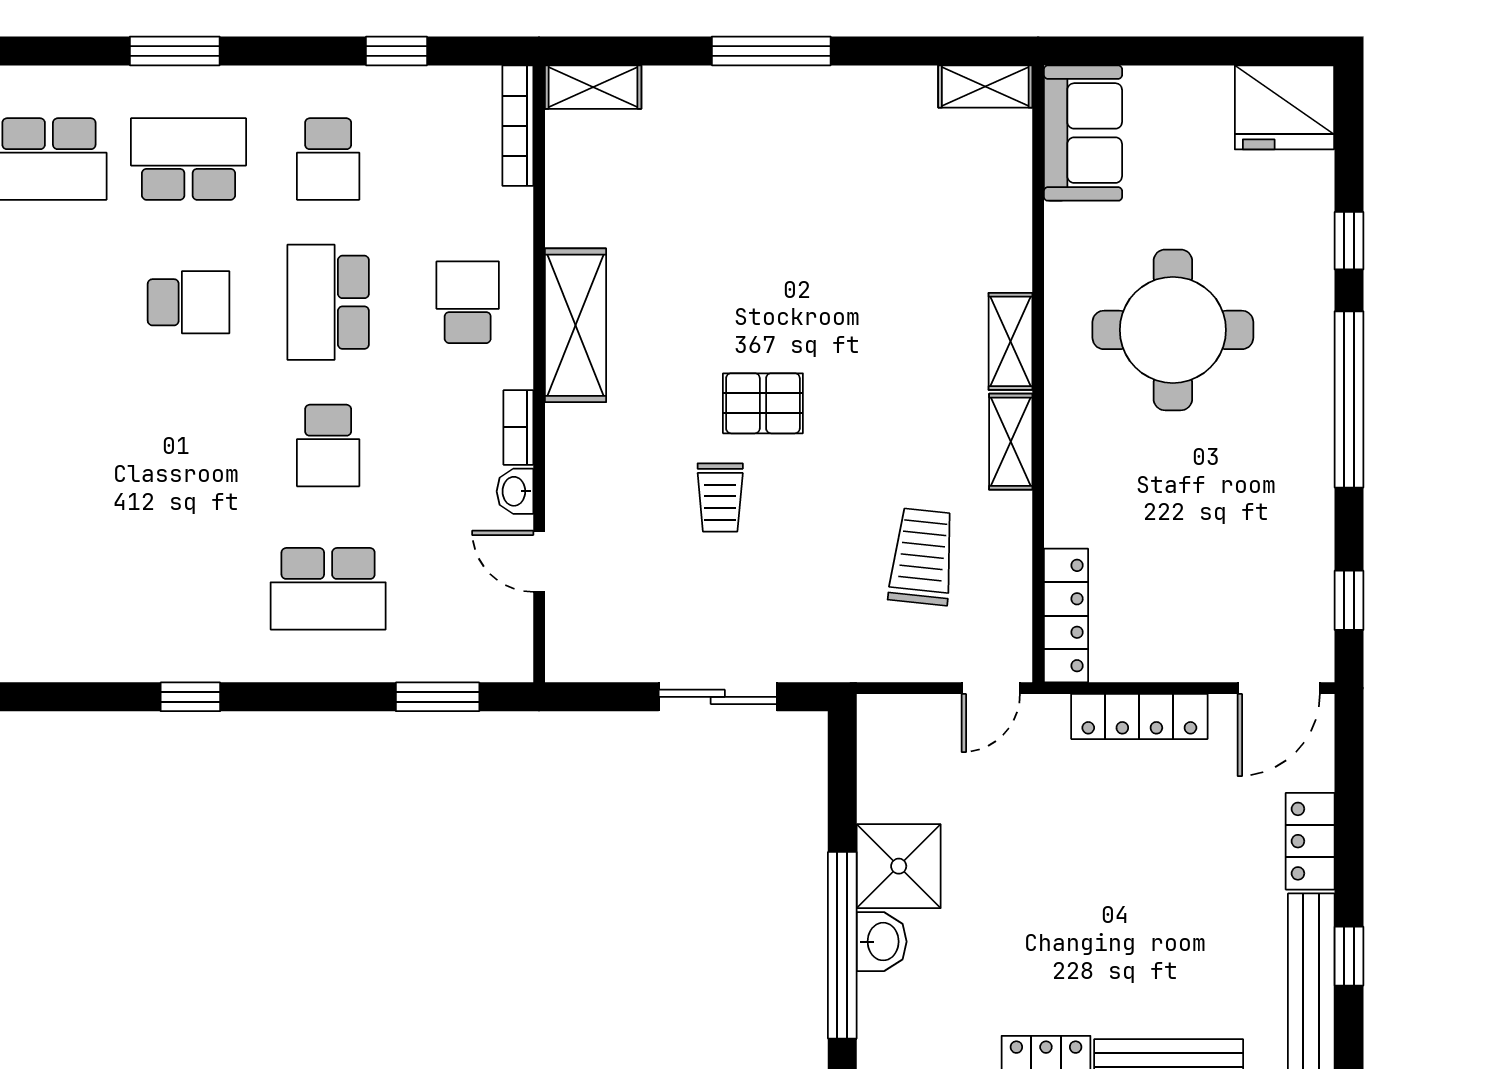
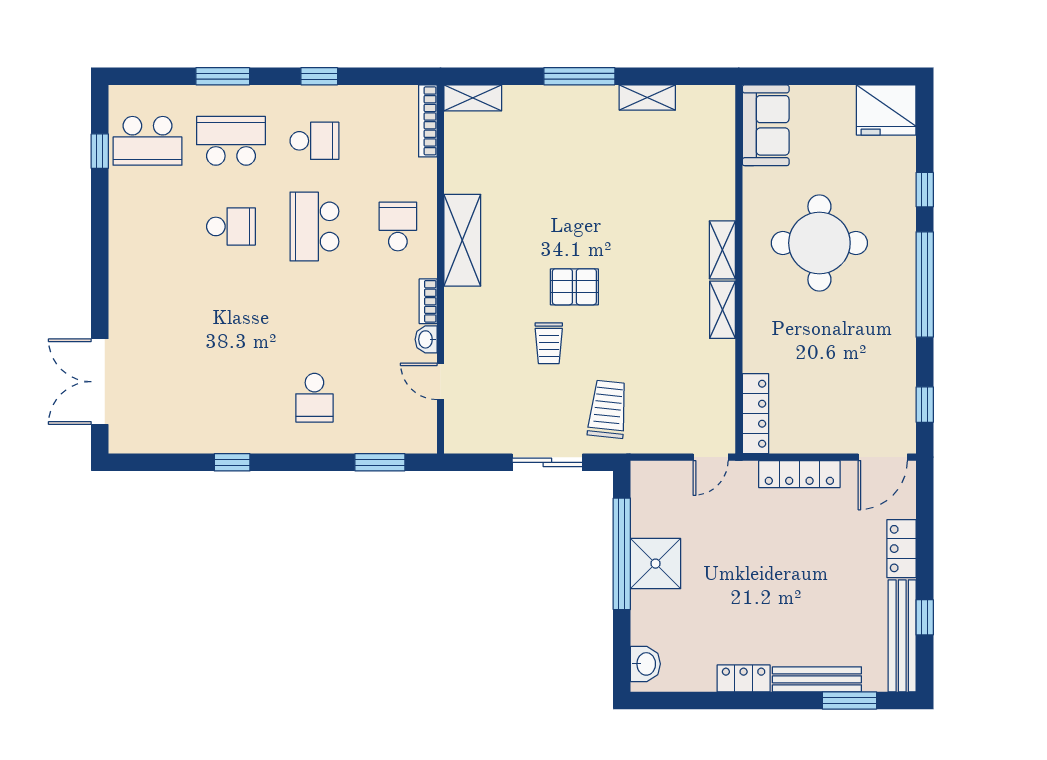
window: (396, 51) -> (319, 76), moved
shelving: (985, 87) -> (647, 97), moved
school desk: (328, 159) -> (314, 141), turned -90
school desk: (328, 446) -> (314, 312), removed
trolley: (922, 557) -> (608, 409), moved
school desk: (328, 589) -> (314, 398), width x0.54
washbasin: (882, 942) -> (645, 664), moved
window: (842, 945) -> (622, 554), moved

